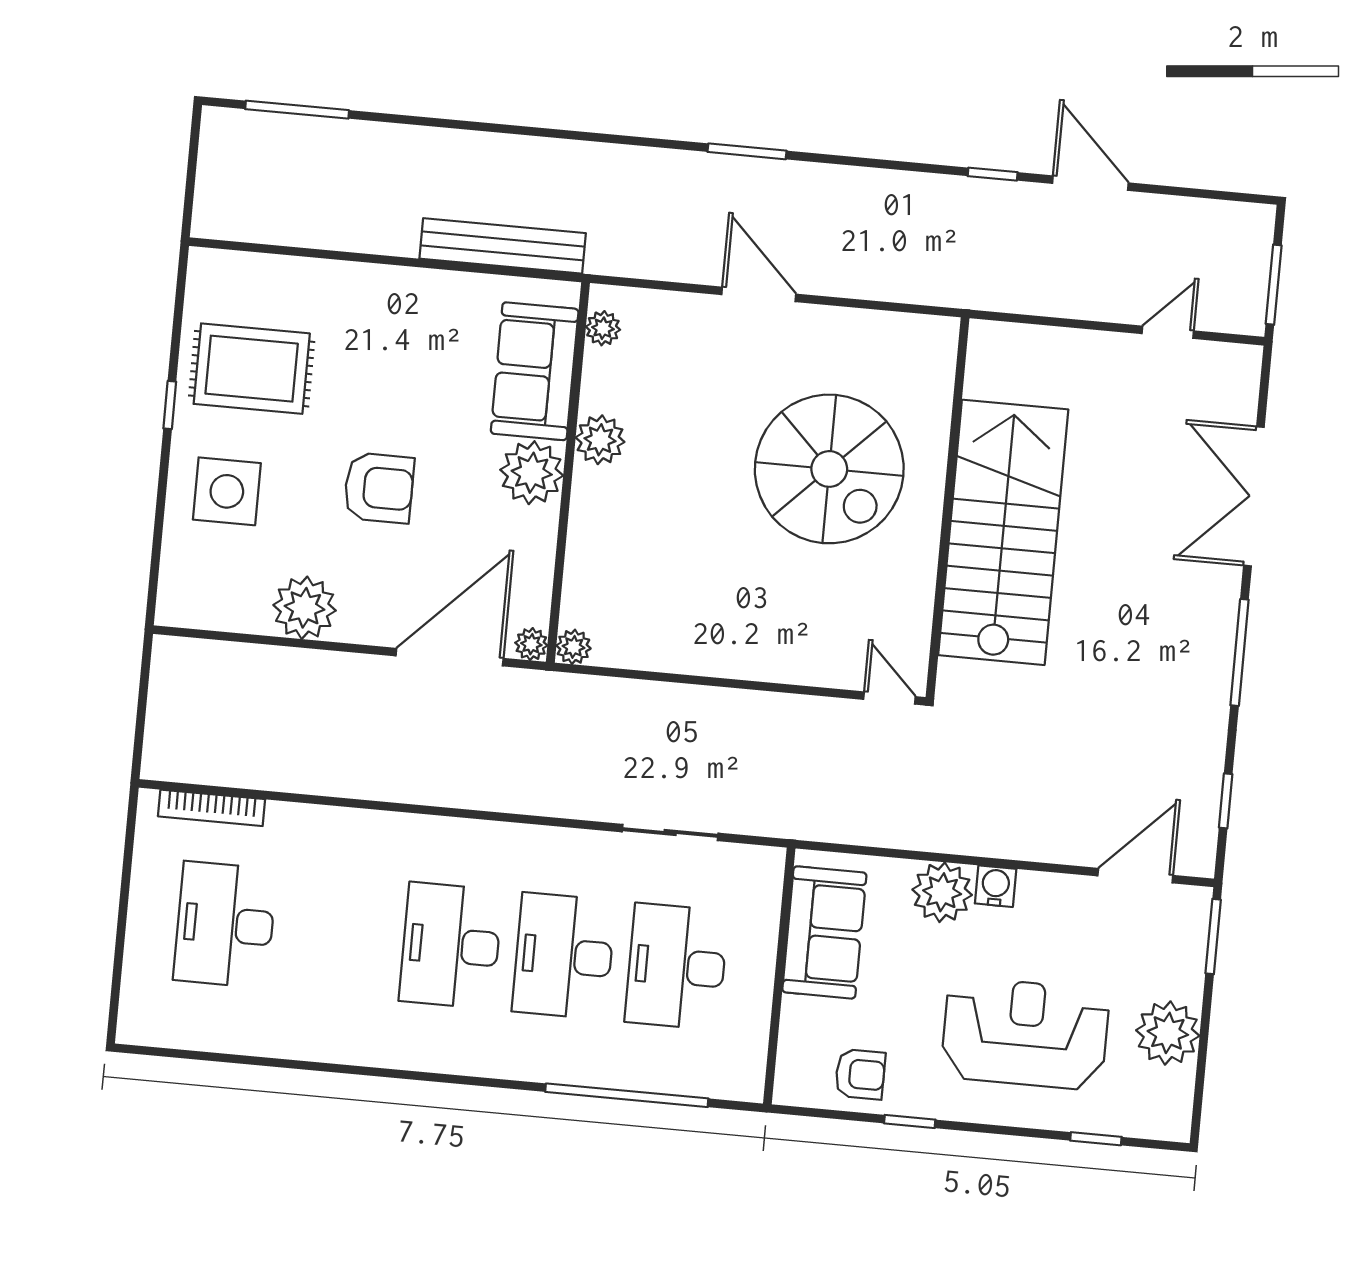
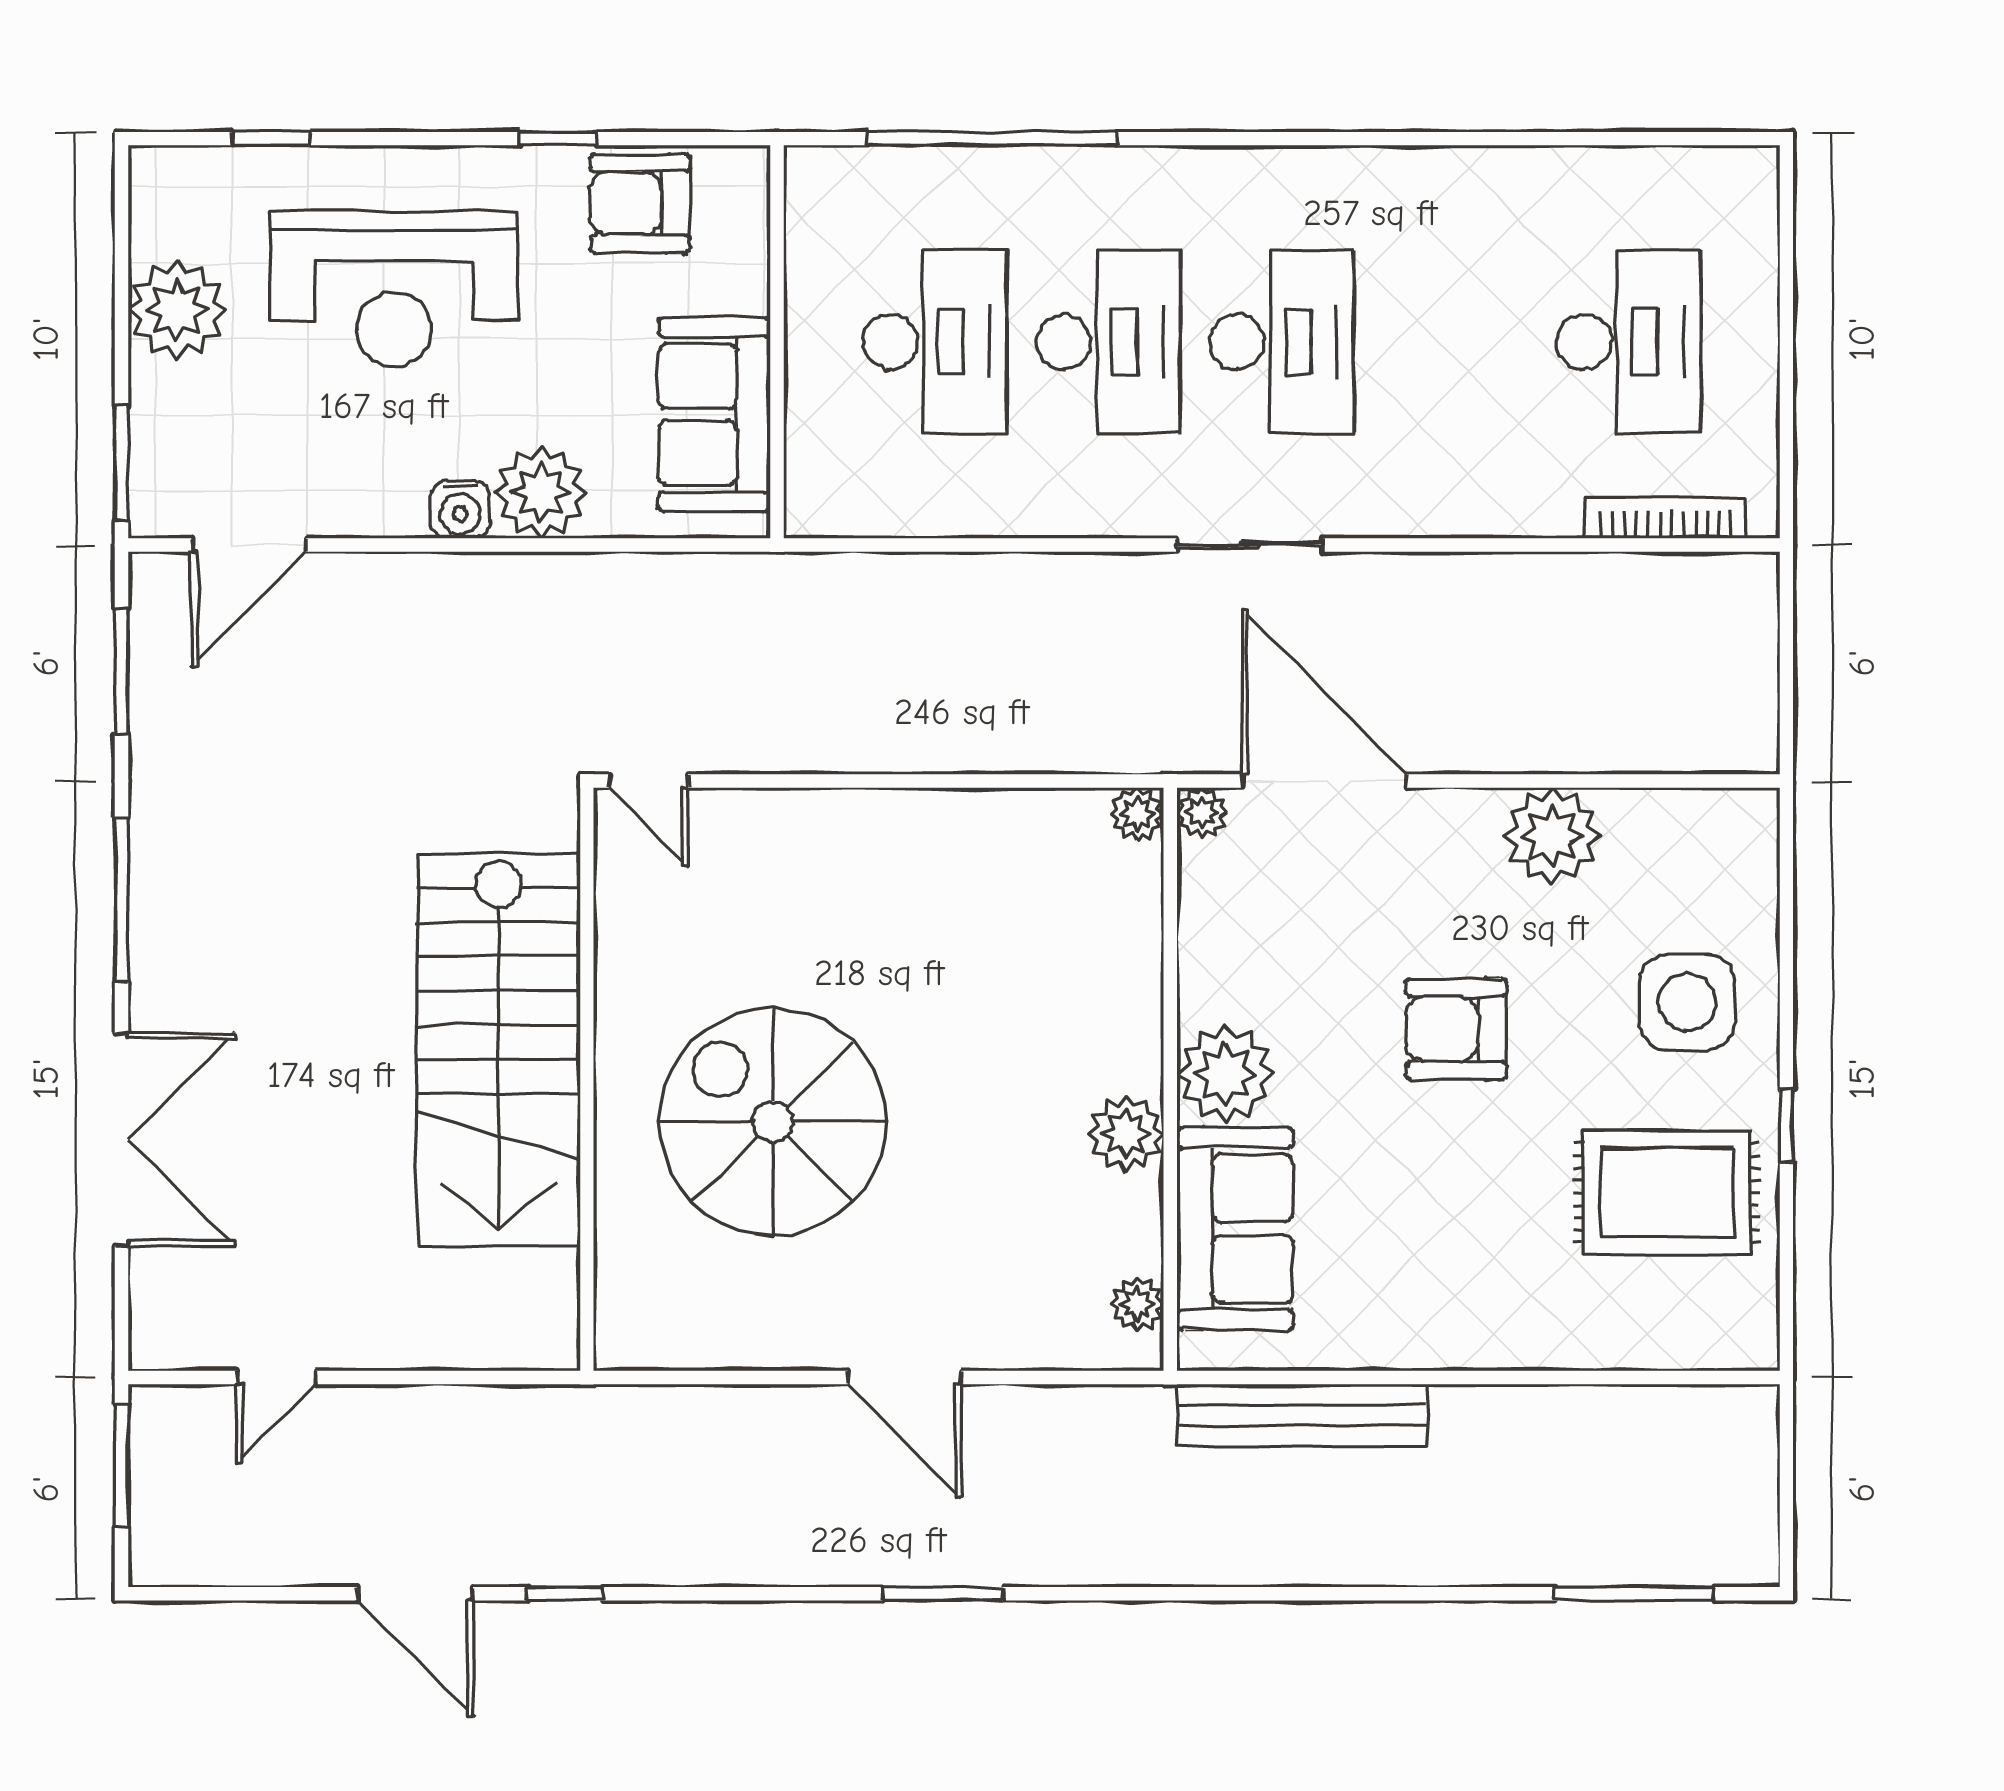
door: (450, 657) -> (1324, 781), swing flipped
window: (1226, 801) -> (122, 672), width x1.50
sliding door: (670, 833) -> (1250, 545), moved
armchair: (860, 1074) -> (640, 204), width x1.38, depth x1.38

